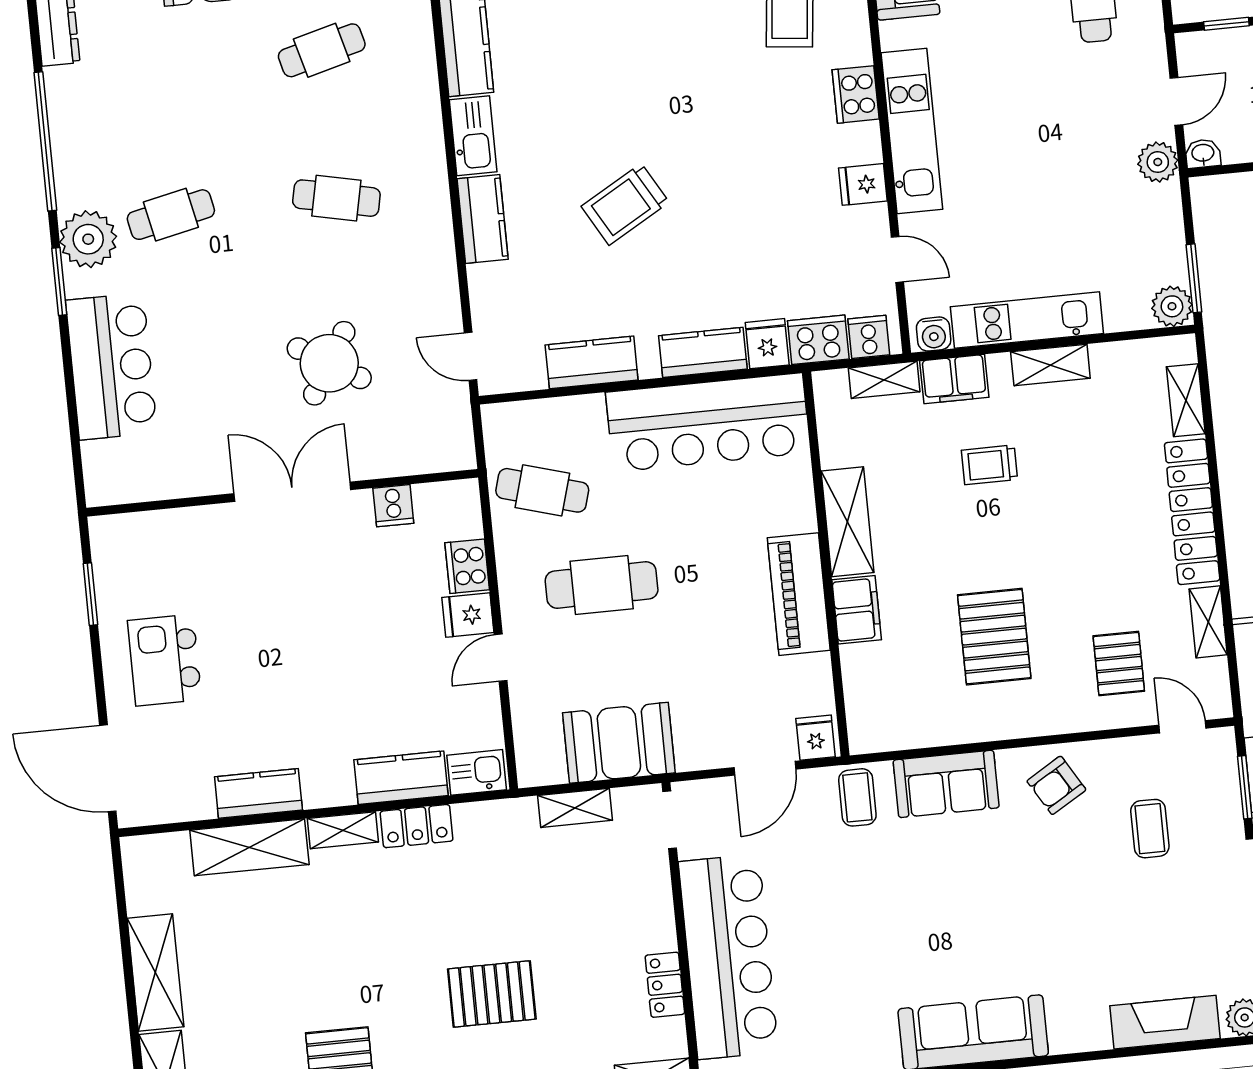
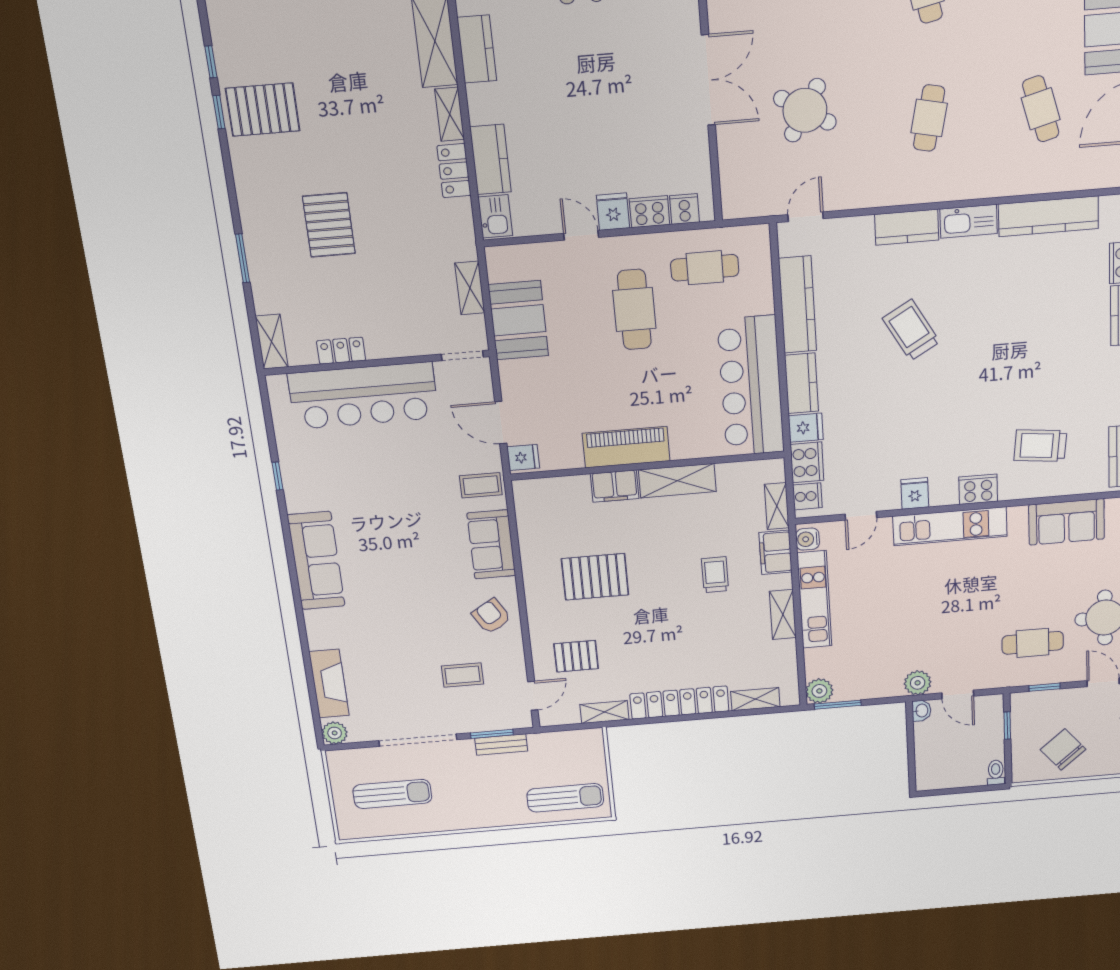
kitchen counter: (592, 362) -> (797, 305), width x1.50
cafe table: (542, 490) -> (705, 268), turned 74
cooker: (393, 506) -> (685, 209), moved, turned 90

